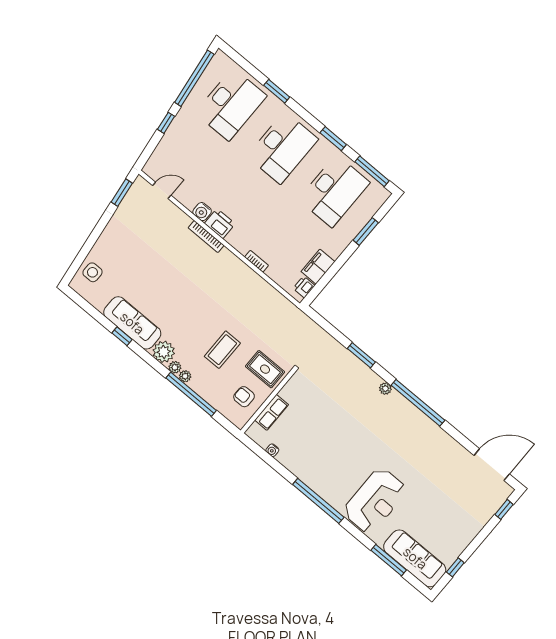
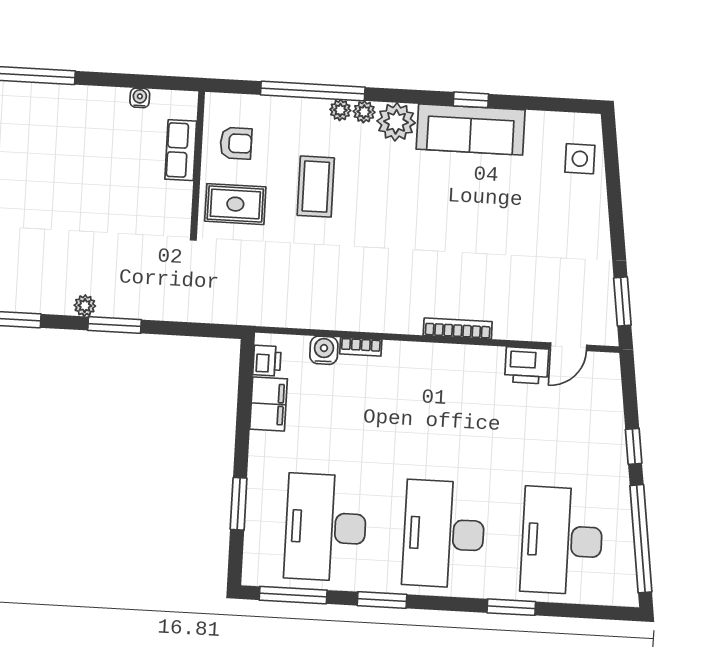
water cooler: (202, 212) -> (324, 350), moved
printer: (220, 224) -> (527, 365), moved
plant: (385, 389) -> (85, 306), moved

